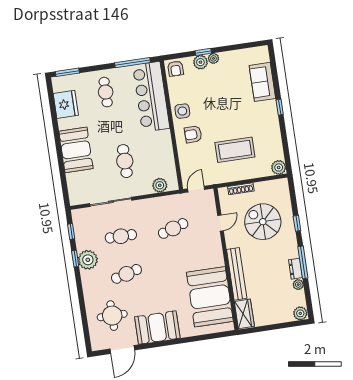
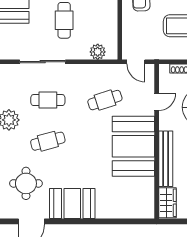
door: (196, 189) -> (136, 62), swing flipped
booth: (210, 297) -> (133, 146), moved

